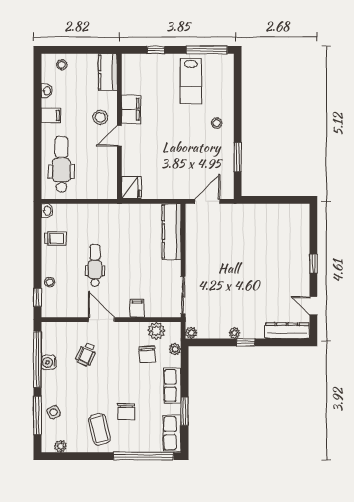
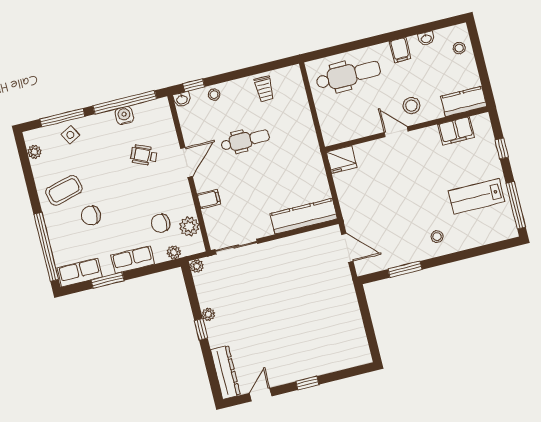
filing cabinet: (131, 109) -> (456, 131), moved
washbasin: (47, 211) -> (182, 99), moved

